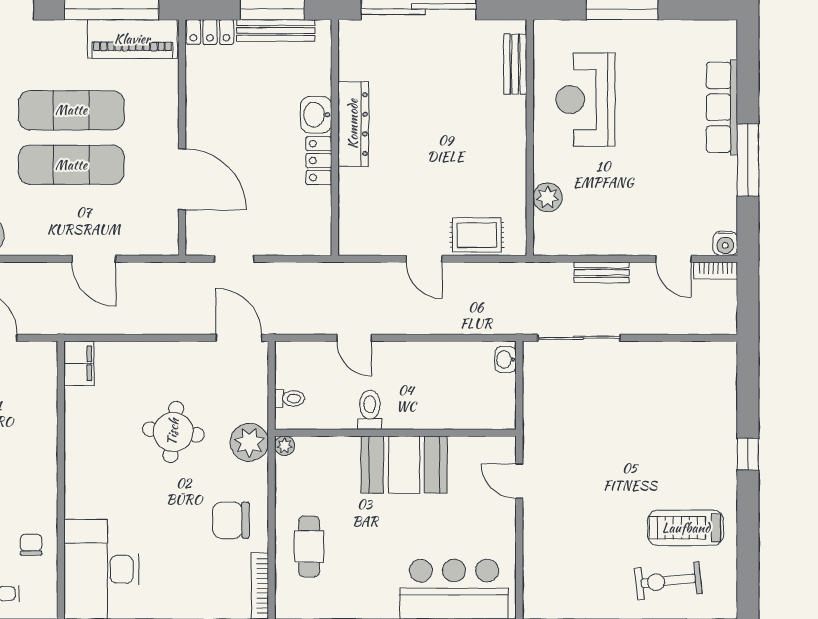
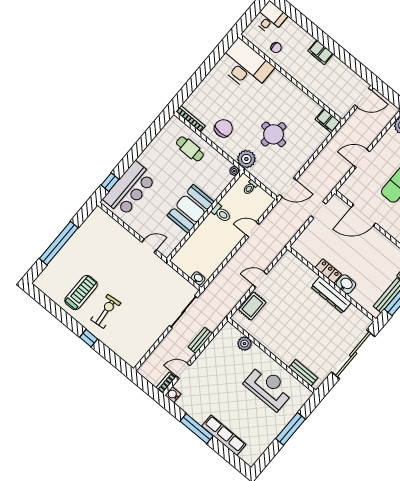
exercise bike: (668, 581) -> (106, 311), moved

